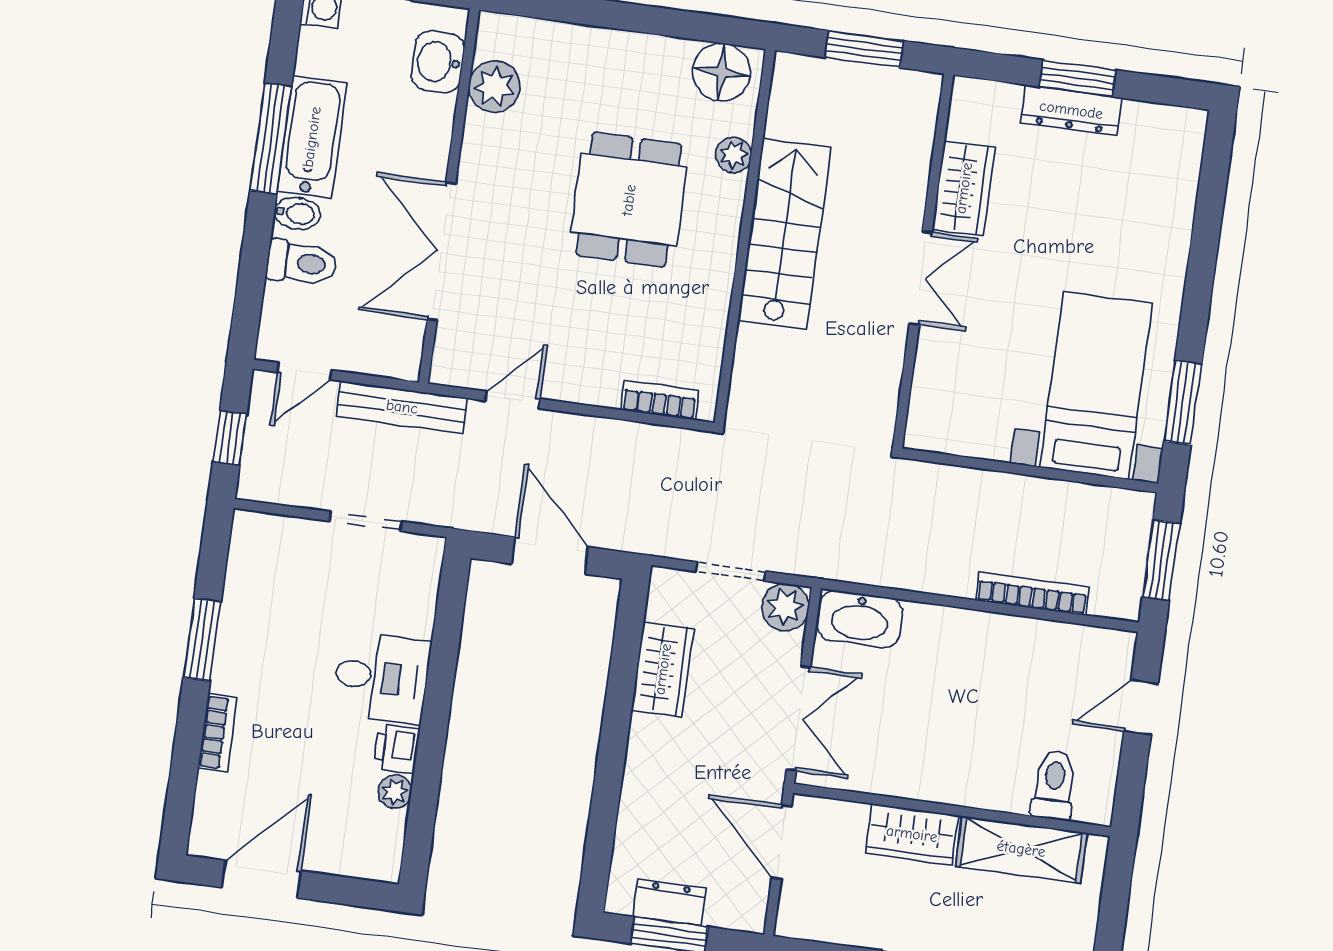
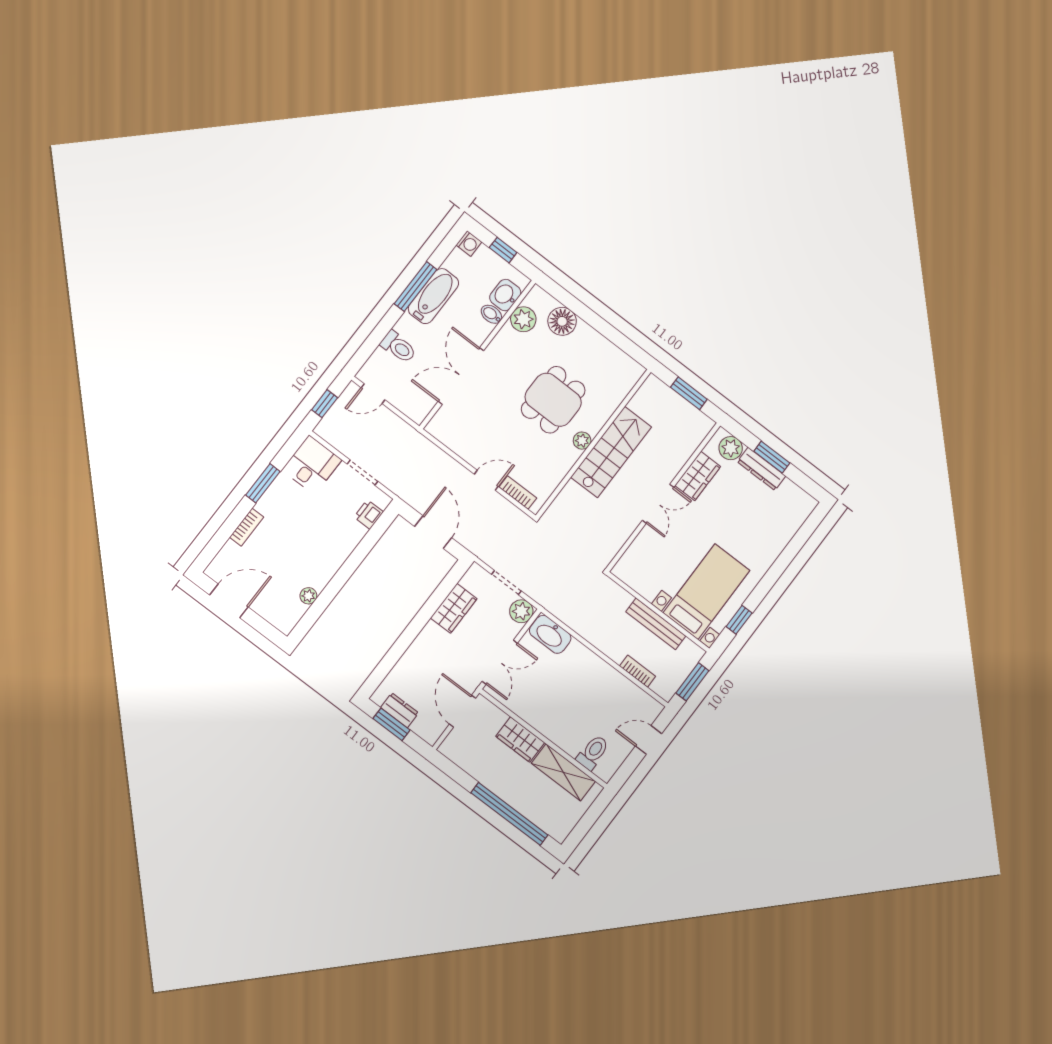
floor lamp: (721, 72) -> (562, 321), moved
plant: (995, 104) -> (731, 448), added
plant: (733, 155) -> (582, 441), moved
bidet: (297, 213) -> (491, 314), moved, turned 180
door: (513, 400) -> (486, 480), moved
window: (1183, 403) -> (739, 620), width x0.67
bench: (402, 407) -> (656, 624), moved
bookcase: (1032, 594) -> (638, 671), width x0.64
desk: (381, 678) -> (312, 465), moved, turned -90
printer: (397, 749) -> (369, 514), moved

